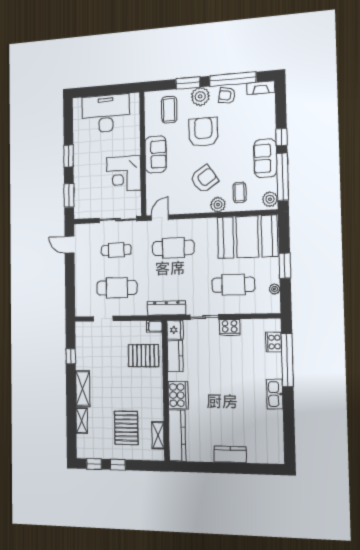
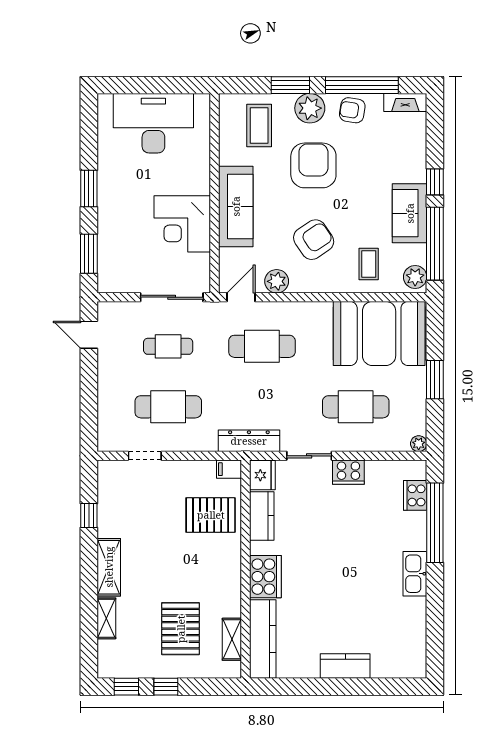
sofa: (156, 154) -> (236, 206), width x1.36
plant: (218, 205) -> (277, 281), moved
plant: (275, 289) -> (419, 444), moved

